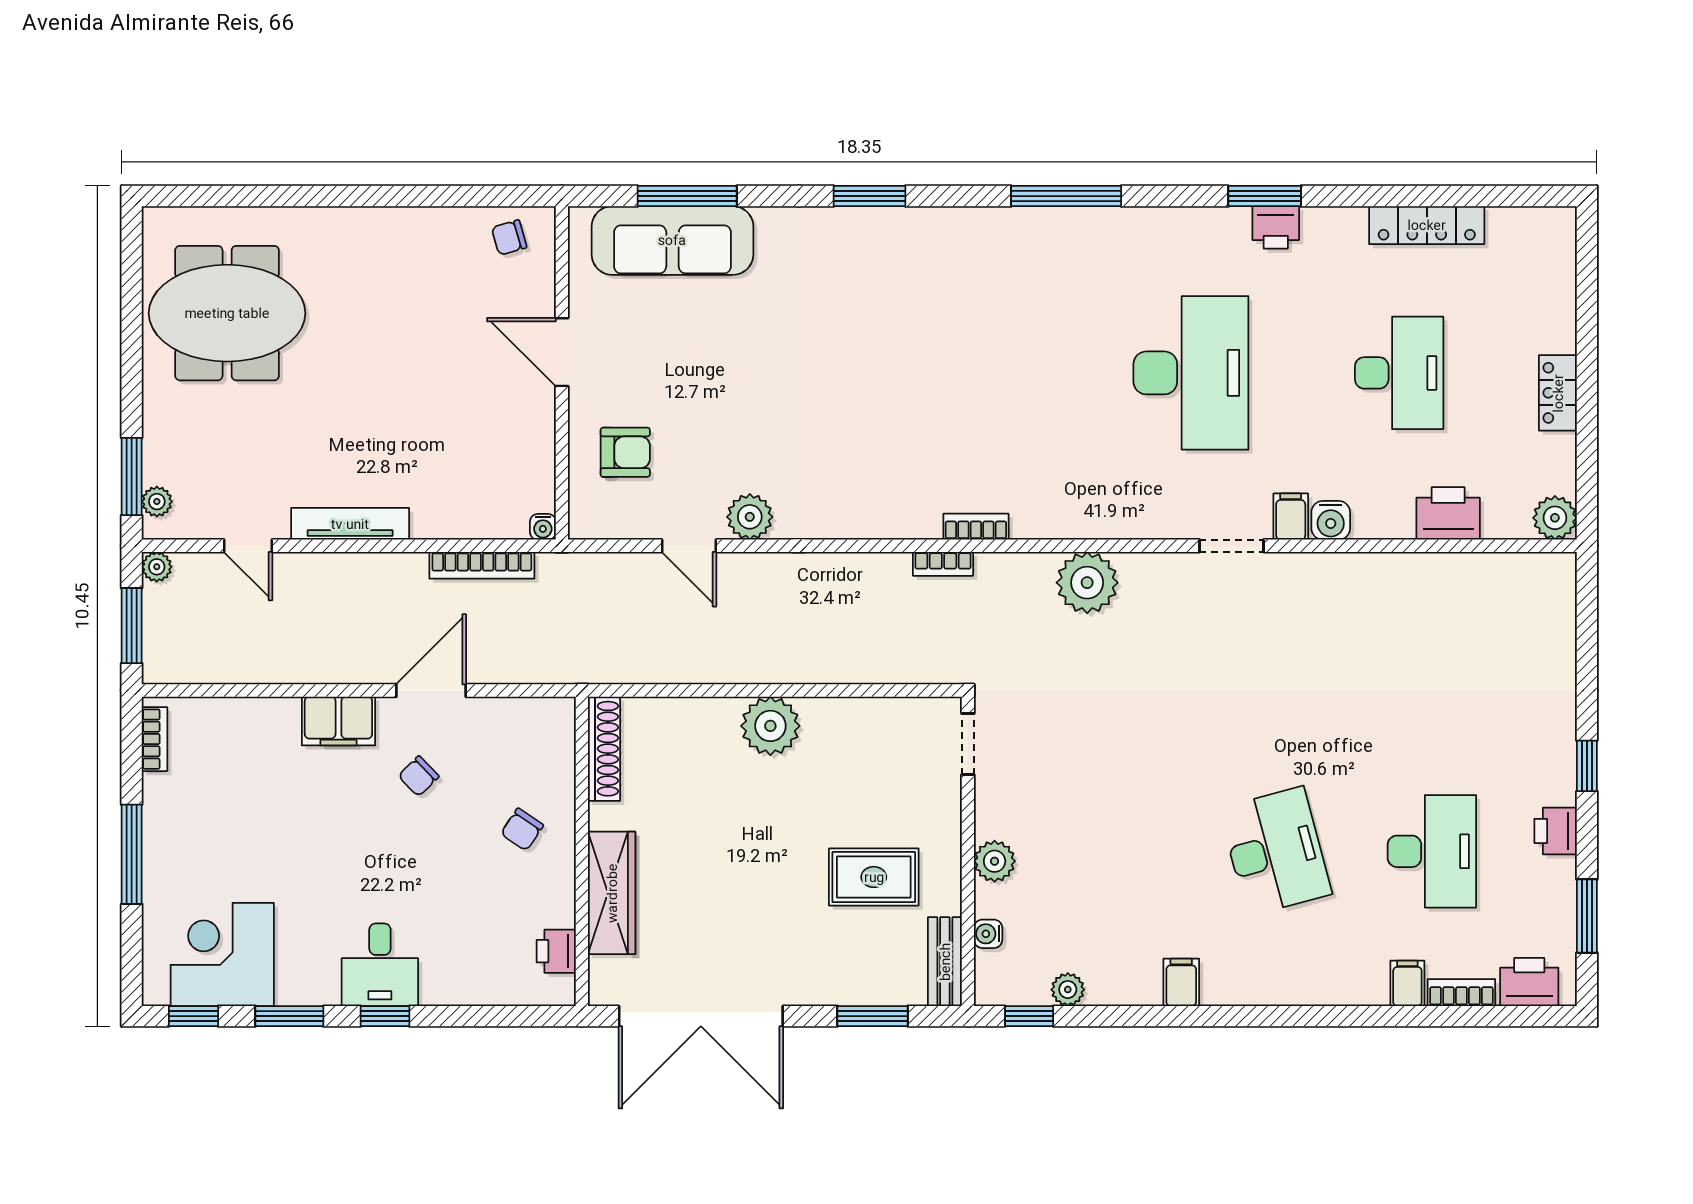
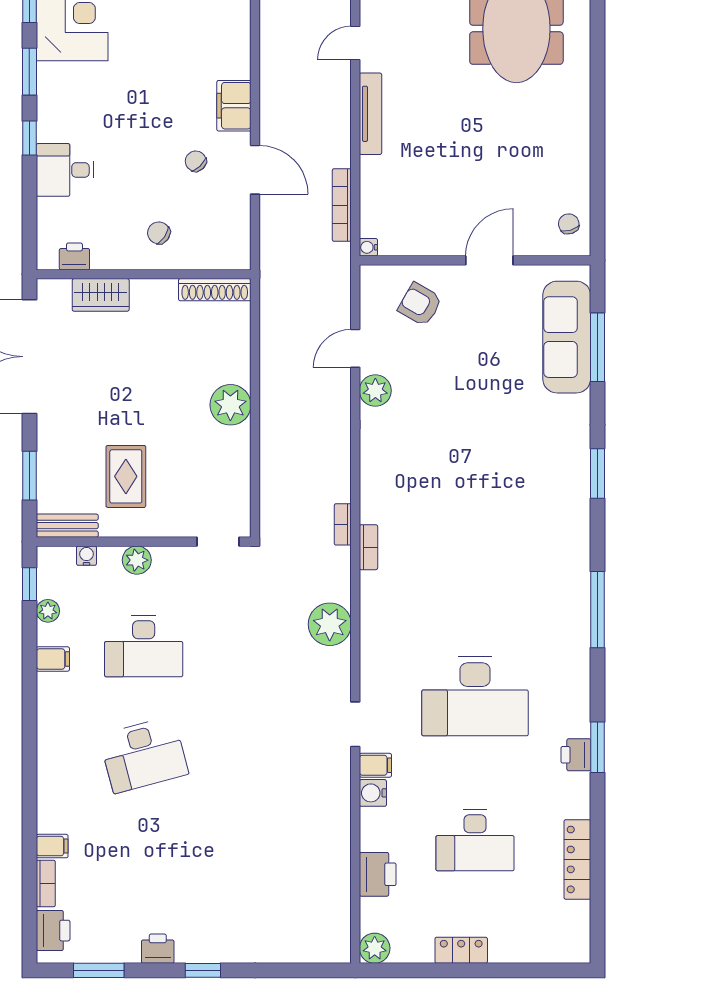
armchair: (625, 452) -> (420, 304), turned 120
desk: (1432, 851) -> (144, 646), moved
wardrobe: (612, 893) -> (101, 295), width x0.67
desk: (380, 965) -> (65, 170), moved
filing cabinet: (1181, 982) -> (53, 659), moved

